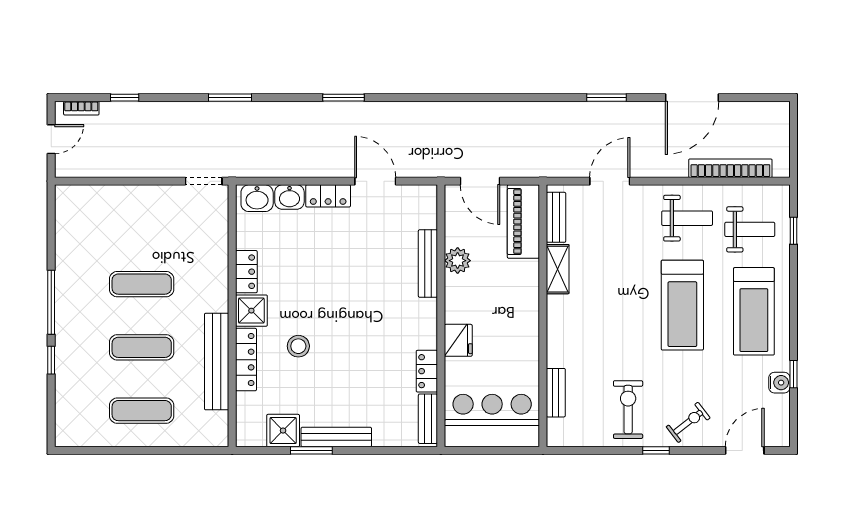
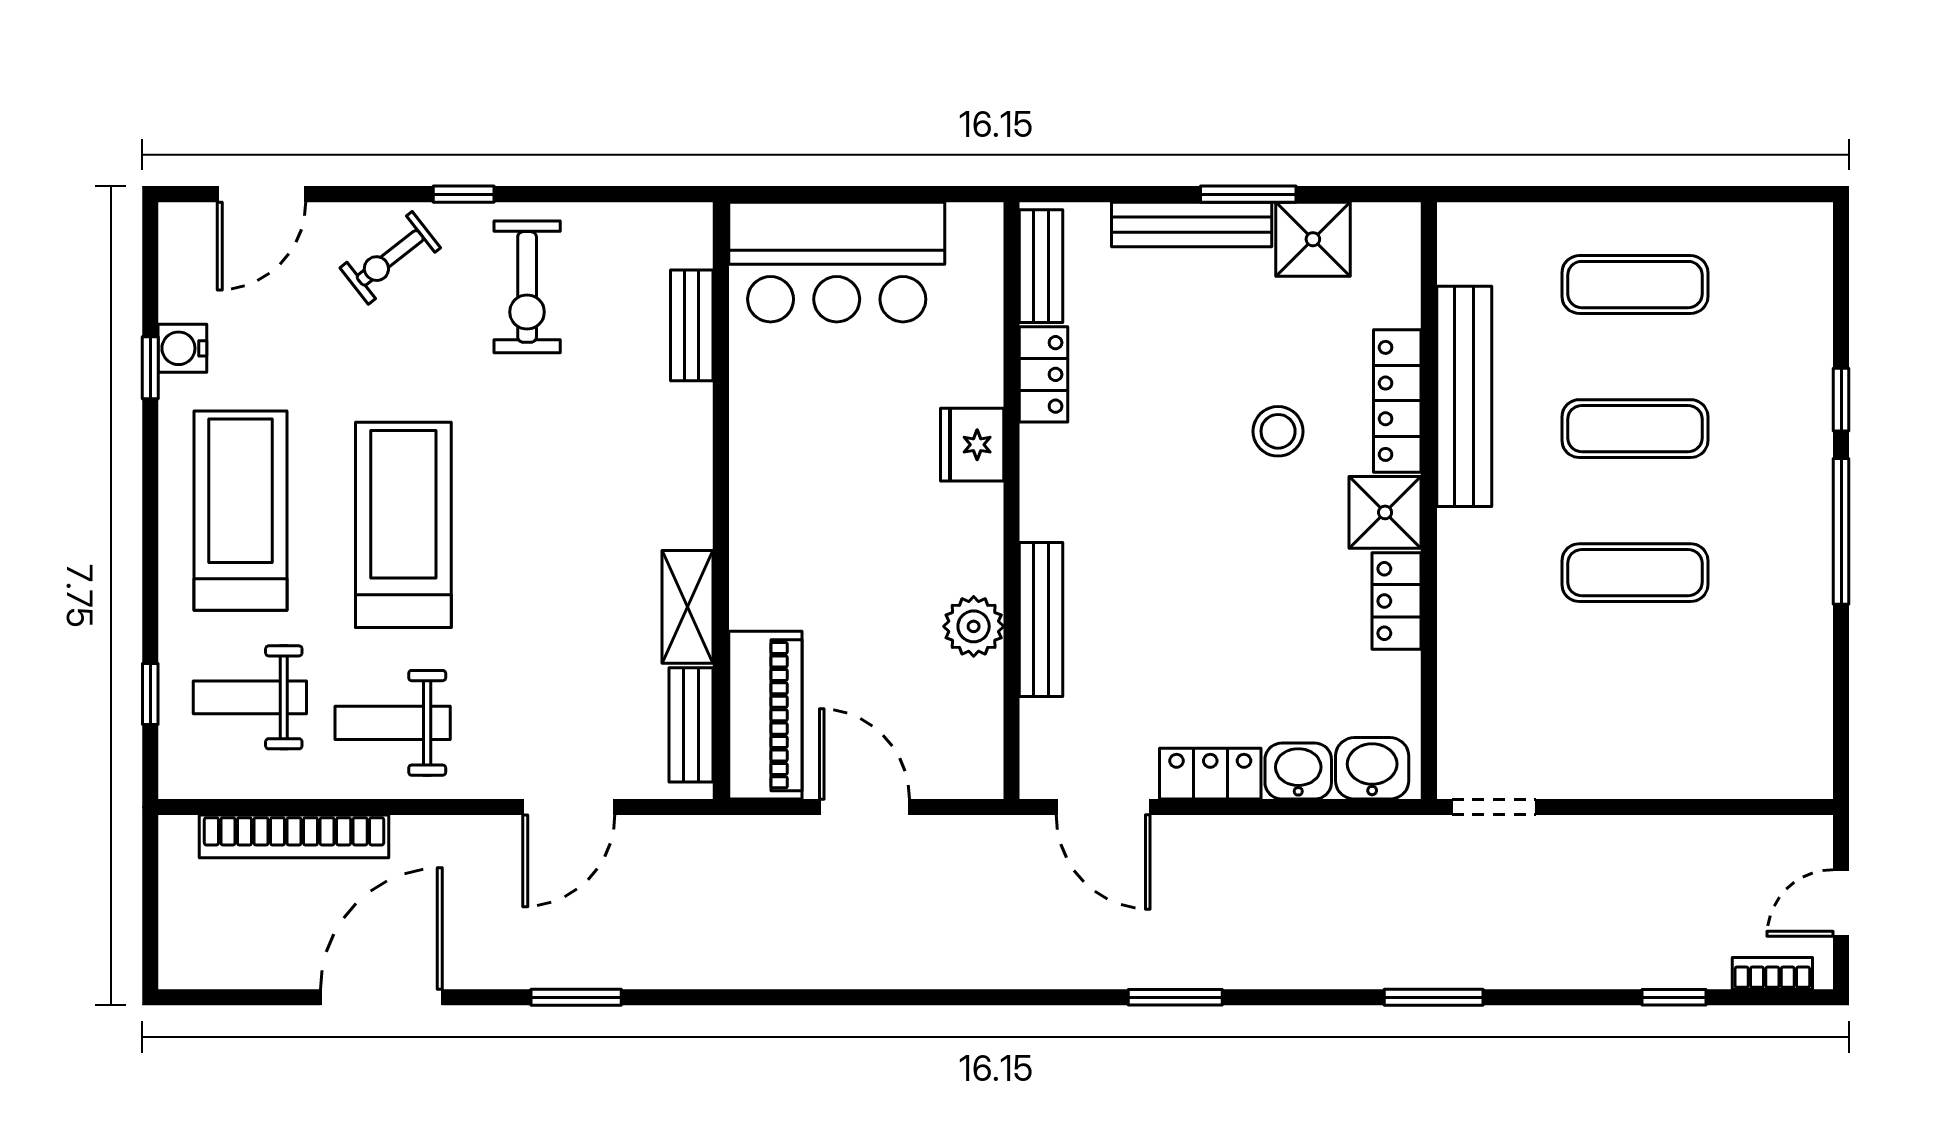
plant: (458, 261) -> (974, 626), moved
bench: (428, 264) -> (1041, 620), moved
wall: (441, 316) -> (1011, 501), moved
fridge: (458, 340) -> (972, 445), moved
locker: (427, 371) -> (1043, 374), moved
bench: (428, 419) -> (1041, 266), moved

